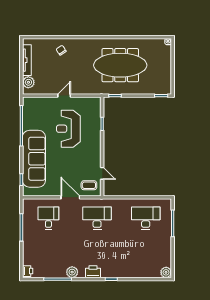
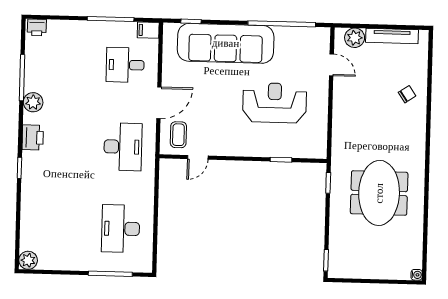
meeting table: (120, 65) -> (379, 193), width x0.73
door: (64, 96) -> (331, 65), moved
filing cabinet: (27, 205) -> (148, 30), added
desk: (48, 218) -> (125, 65), turned 180
desk: (146, 218) -> (121, 229), turned 180

